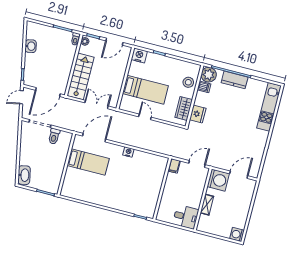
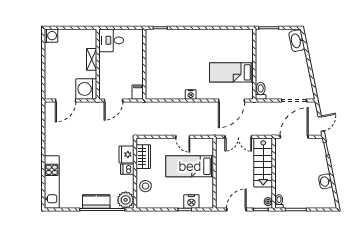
nightstand: (139, 55) -> (191, 201), moved
dishwasher: (204, 87) -> (127, 169), moved
toilet: (54, 136) -> (261, 91), moved

